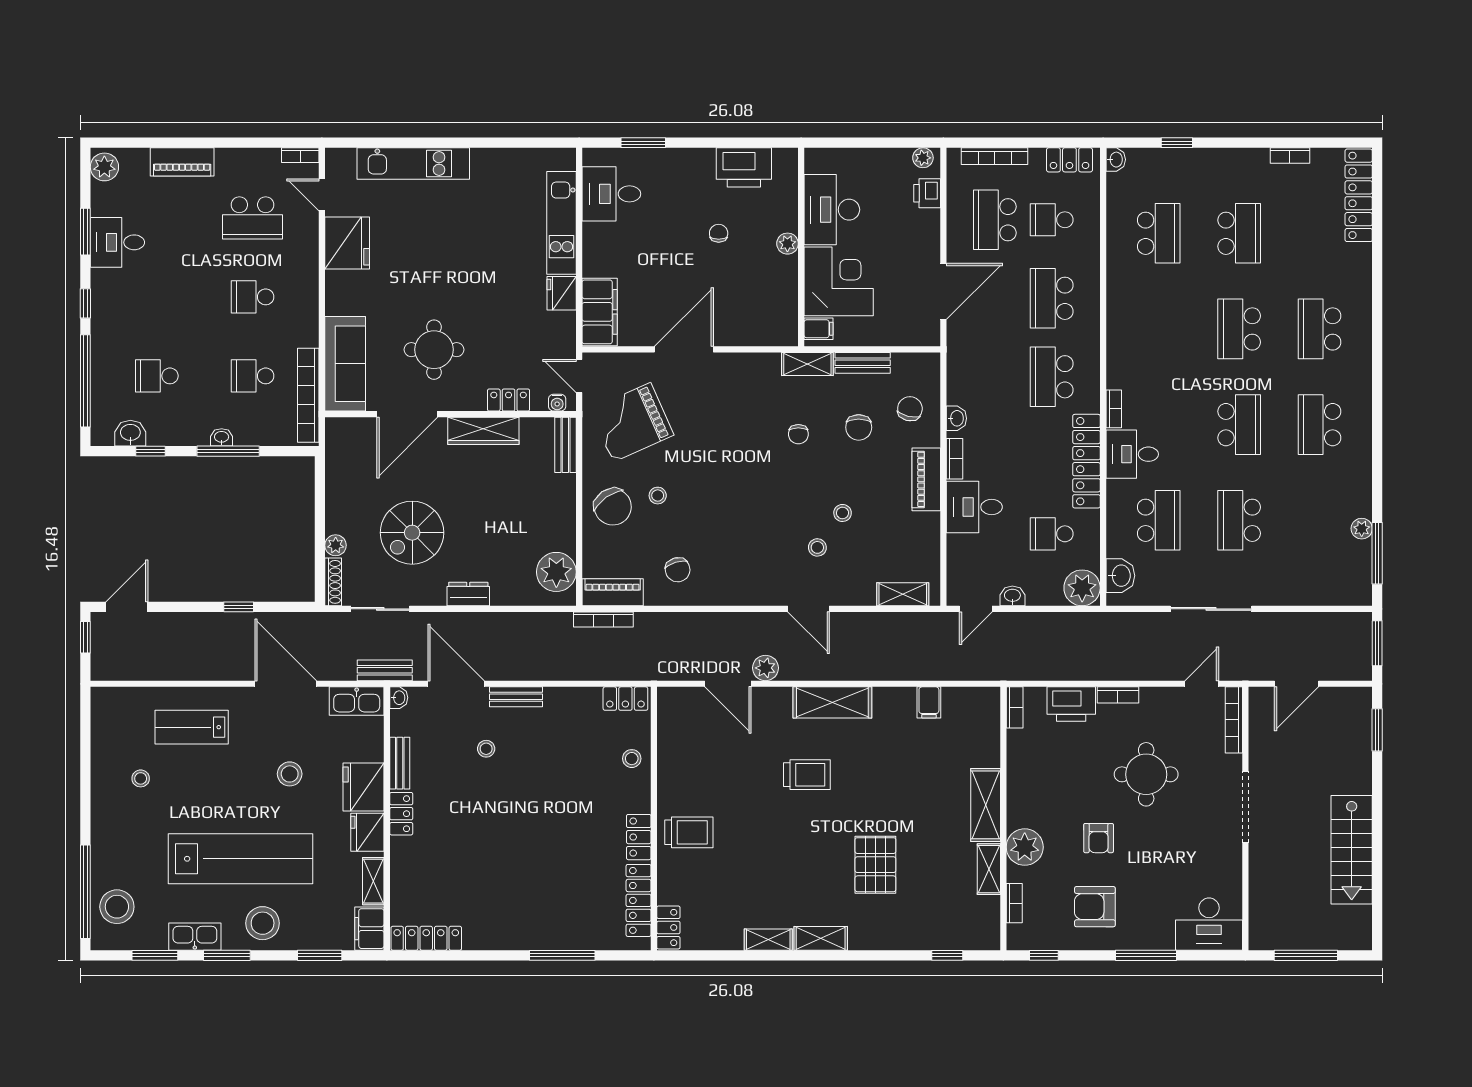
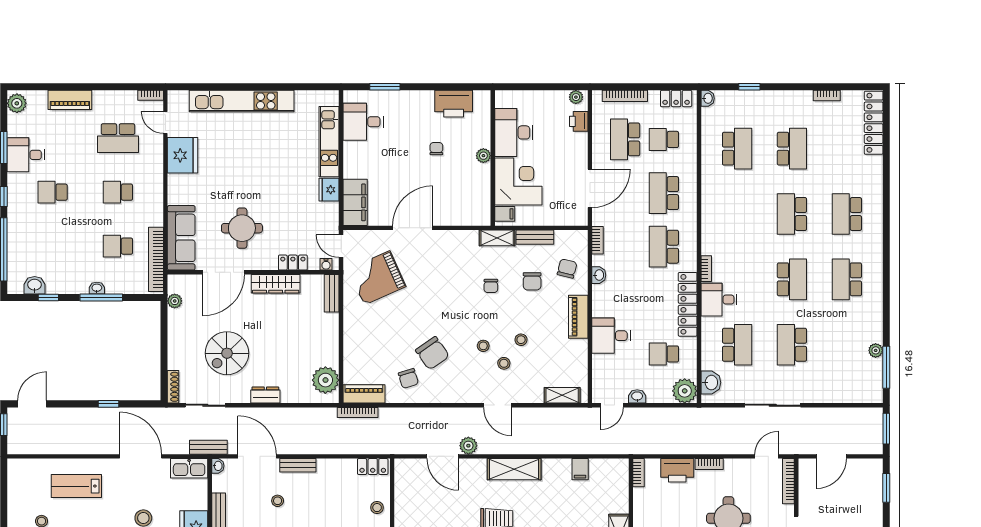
kitchen unit: (413, 163) -> (242, 101), width x1.36
school desk: (157, 376) -> (53, 192), moved
bookcase: (955, 459) -> (598, 240), moved
stool: (658, 496) -> (483, 346), moved
chair: (613, 507) -> (432, 353), moved
plant: (336, 545) -> (175, 301), moved

